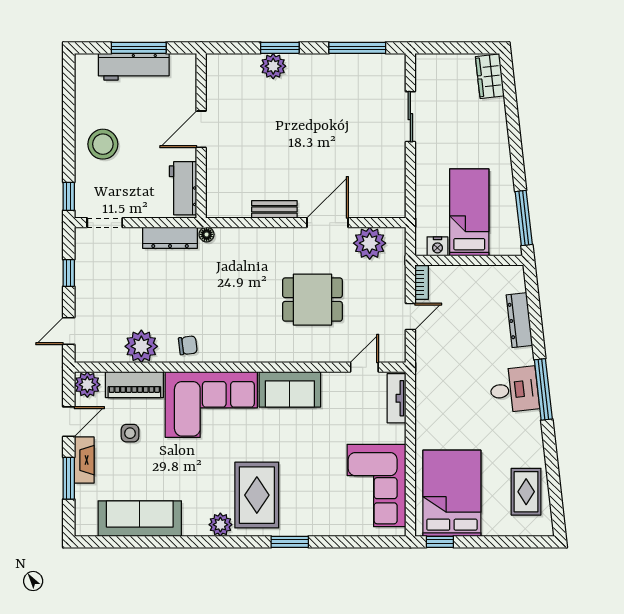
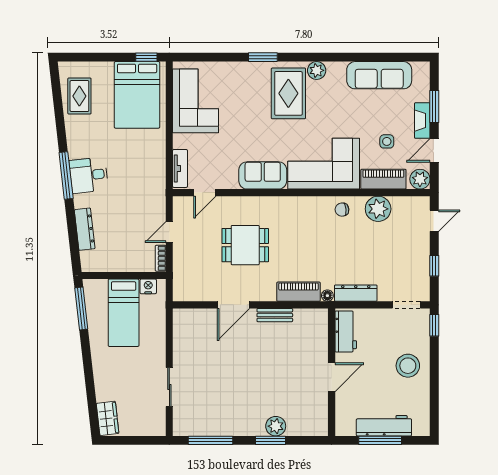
piano: (244, 240) -> (299, 292), added
plant: (370, 243) -> (201, 289), removed

